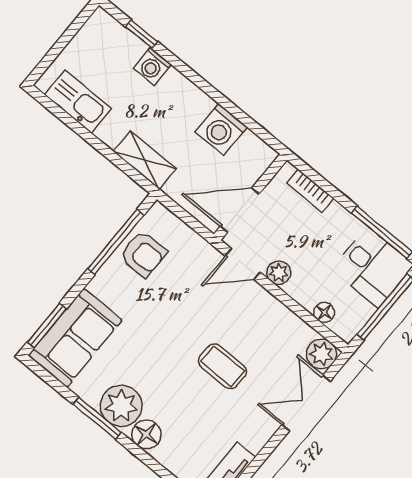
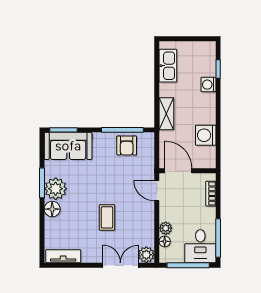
plant: (279, 273) -> (166, 228), moved

